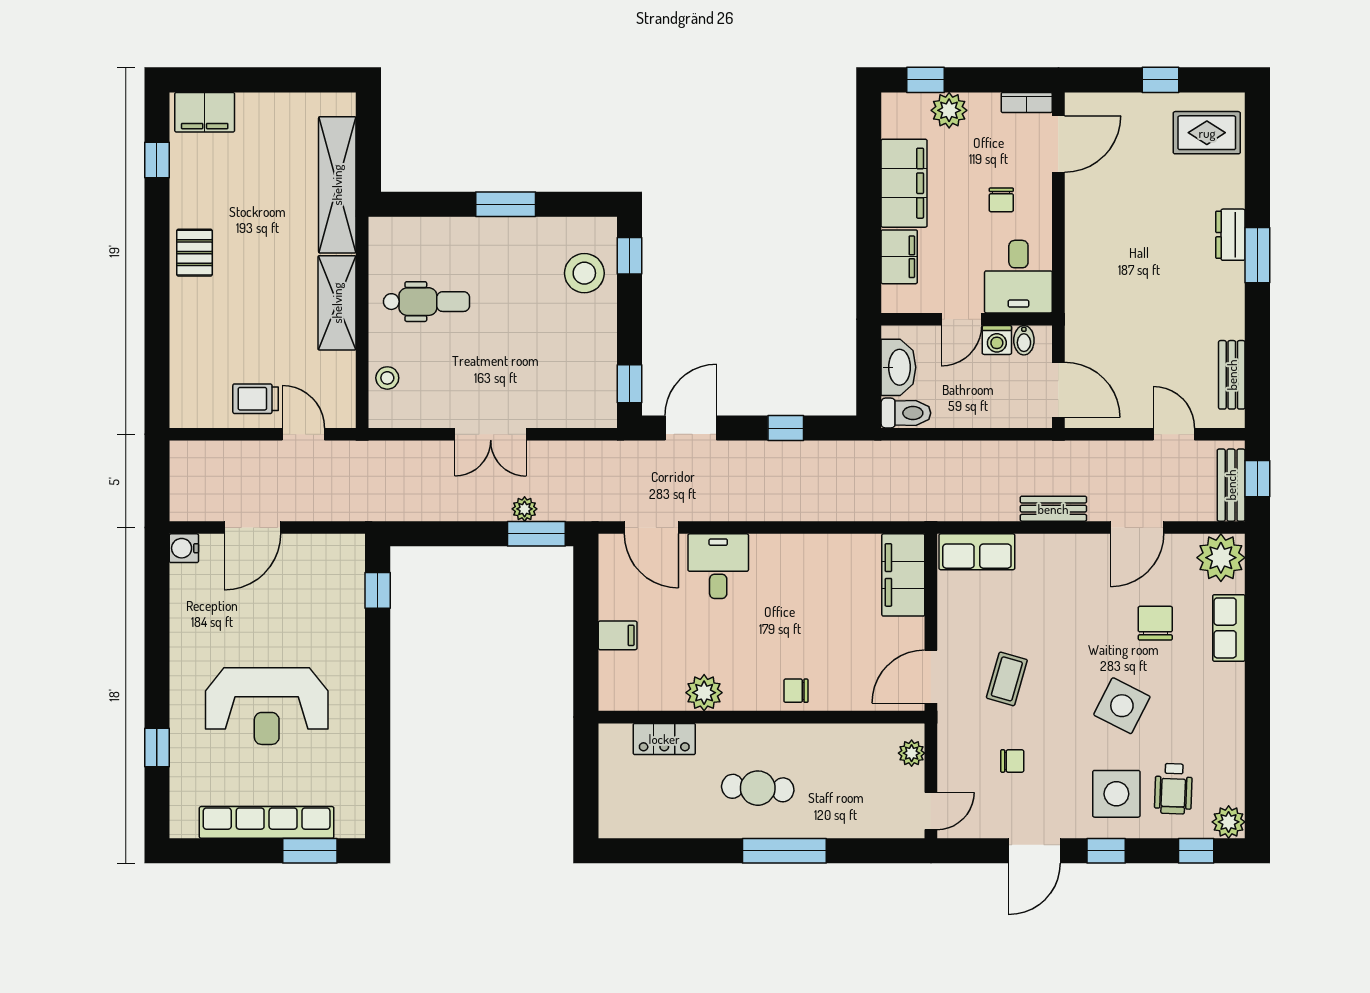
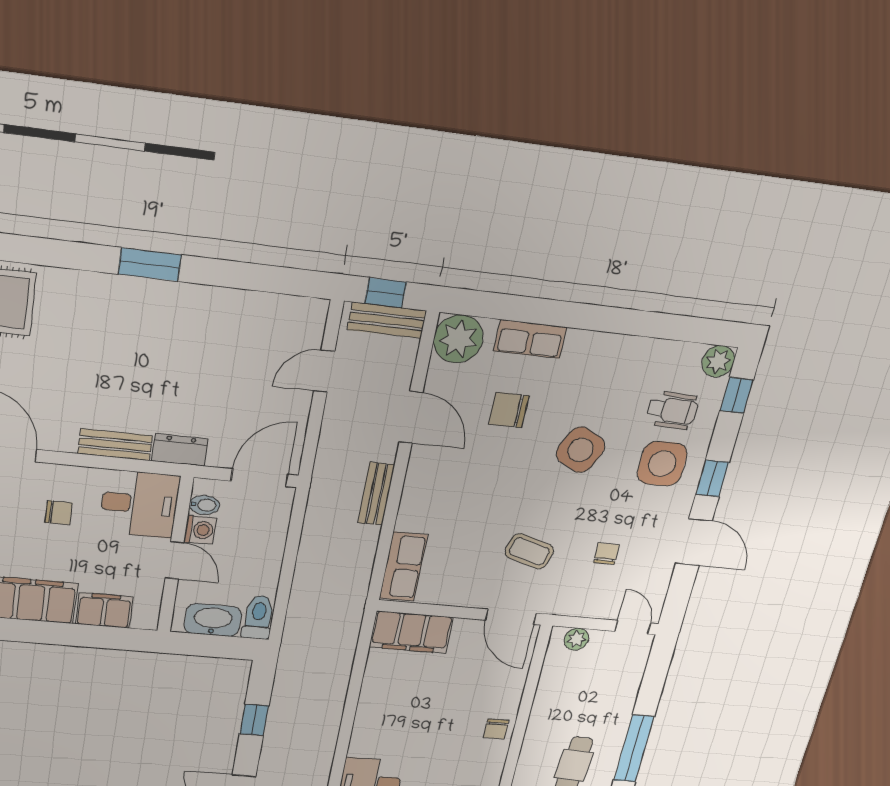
dresser: (1230, 235) -> (180, 450), moved, turned 180
bench: (1232, 375) -> (115, 445), moved

